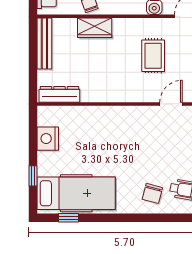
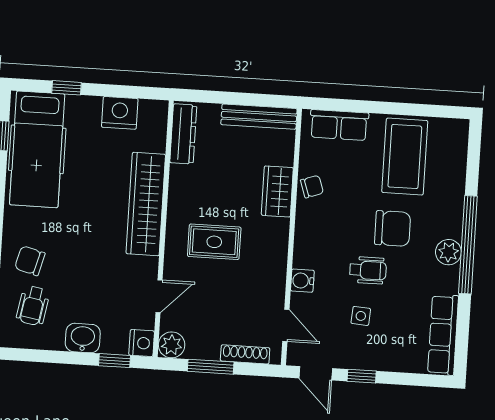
rug: (153, 56) -> (214, 242), moved
door: (171, 104) -> (159, 296), hinge flipped
wardrobe: (109, 117) -> (146, 204), added

